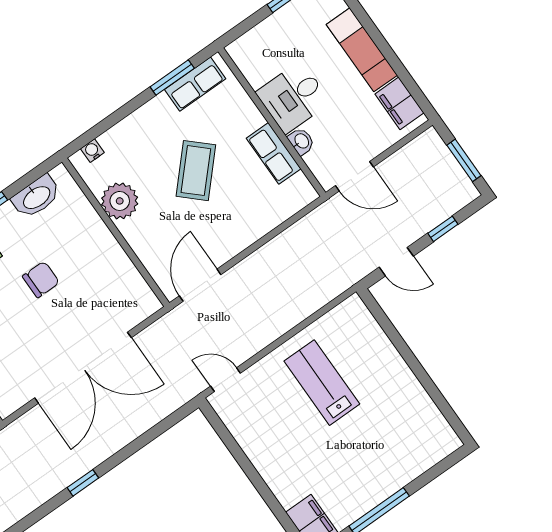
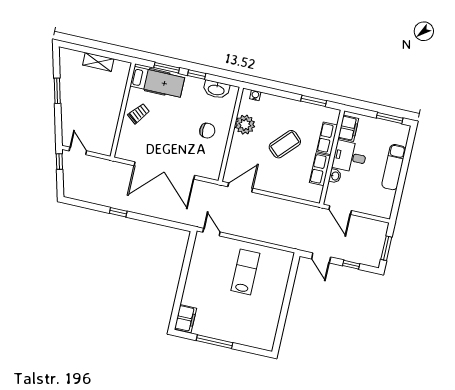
row of seats: (195, 84) -> (327, 138), moved, turned 90
filing cabinet: (399, 103) -> (348, 128), moved, turned 180
chair: (41, 279) -> (207, 131), moved

